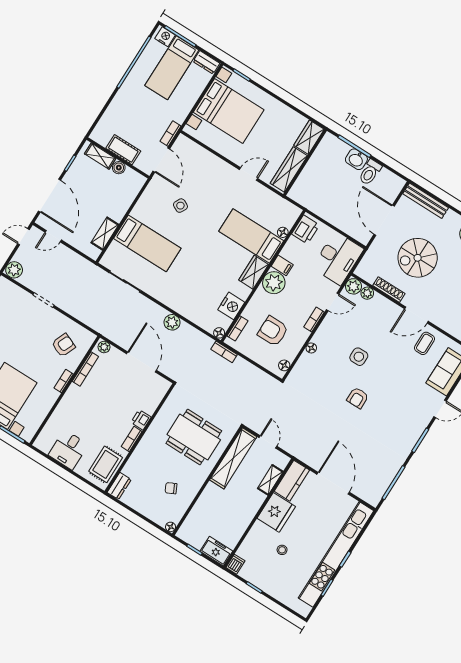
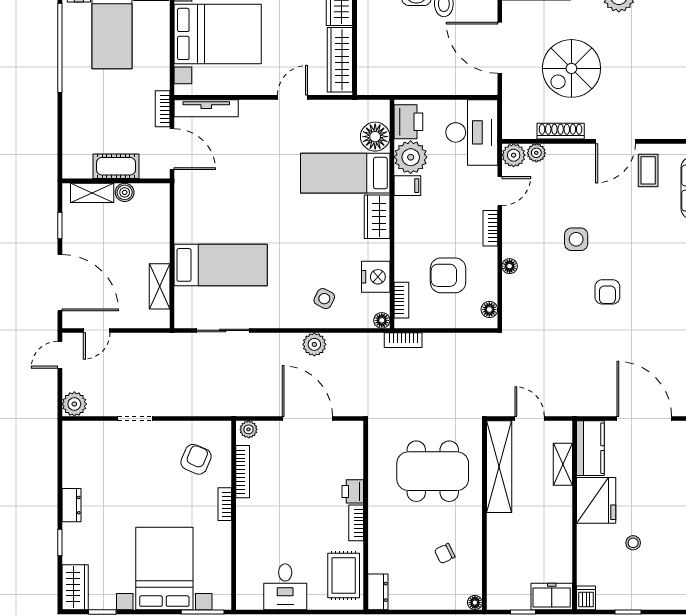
tv unit: (195, 149) -> (206, 108), added
side table: (180, 206) -> (324, 299), moved
floor lamp: (283, 232) -> (375, 137), width x1.89, depth x1.89
plant: (274, 283) -> (411, 157), moved

